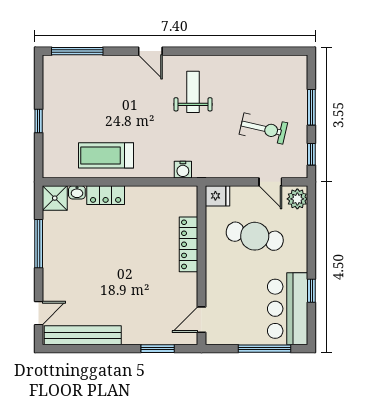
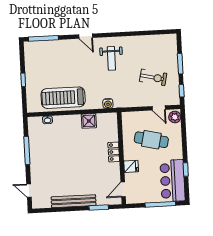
weight bench: (193, 92) -> (111, 58), turned 180
treadmill: (106, 155) -> (63, 98), width x1.37, depth x1.38
locker: (106, 195) -> (64, 121), removed
fridge: (217, 196) -> (131, 166), moved
shower: (55, 198) -> (89, 121), moved
locker: (189, 244) -> (114, 152), width x0.66
door: (39, 313) -> (29, 191), swing flipped
bench: (83, 335) -> (74, 201), moved

